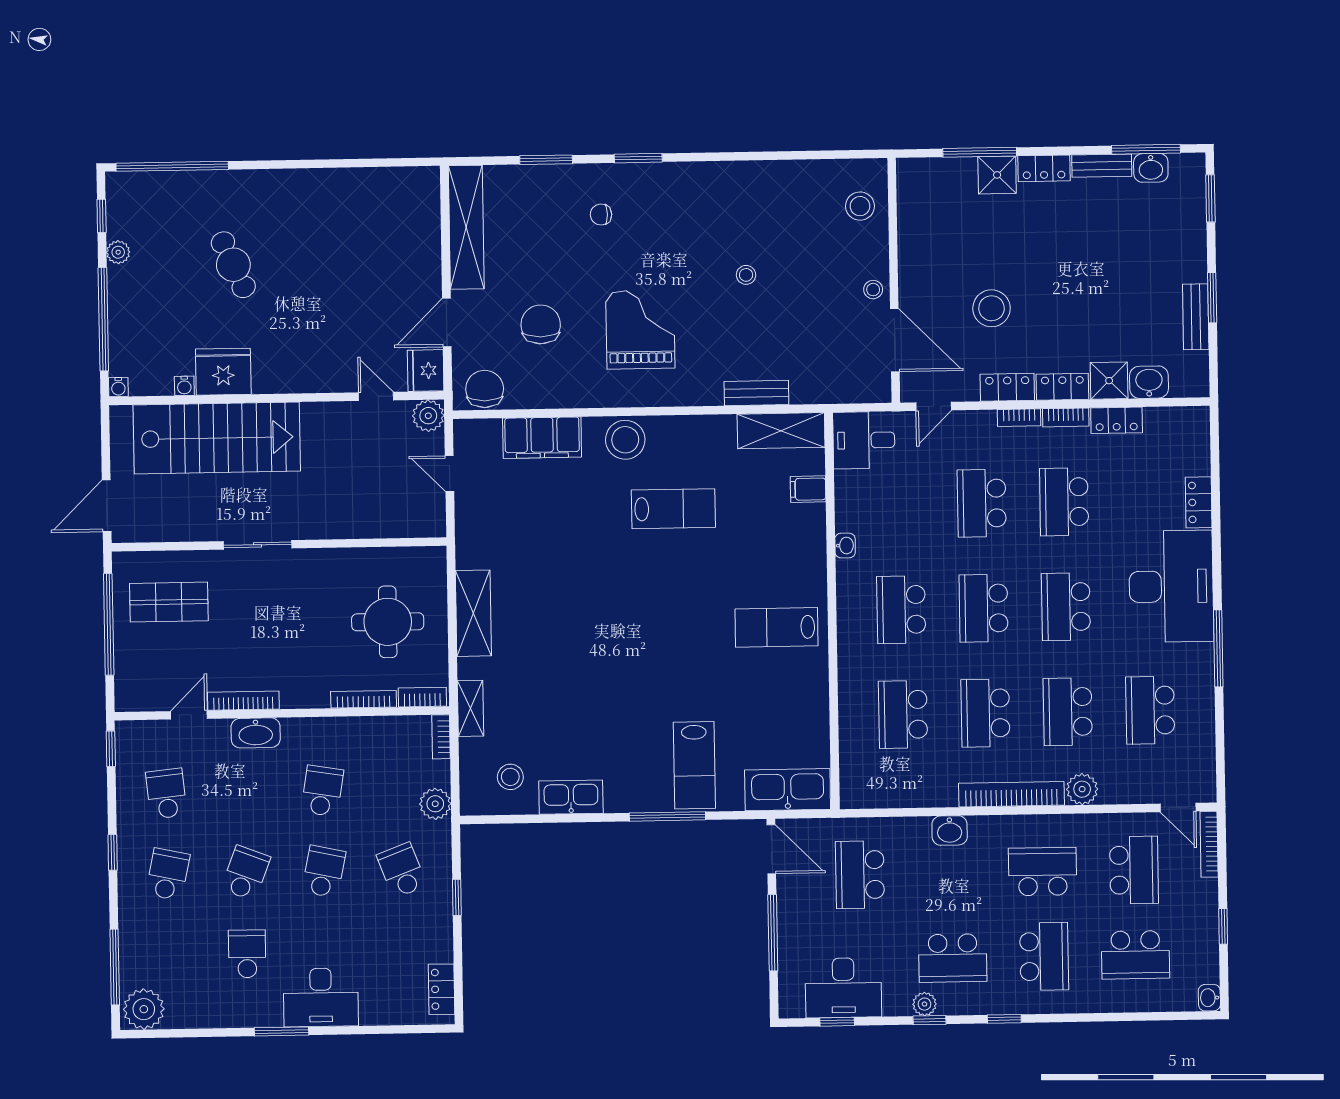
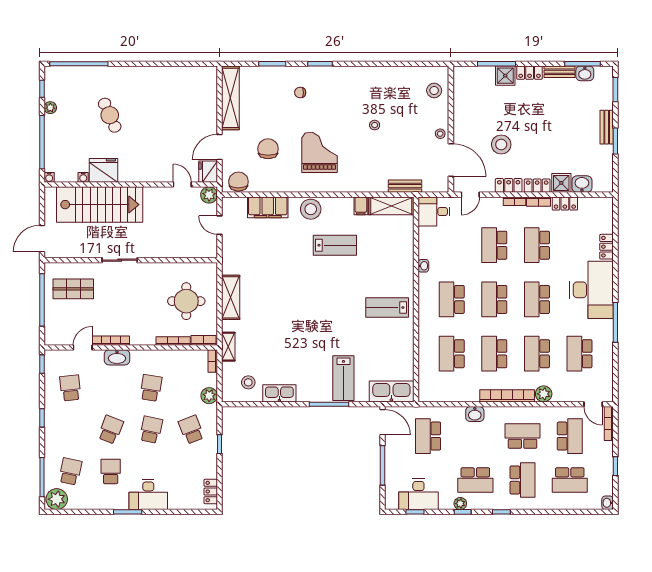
bench: (1196, 317) -> (607, 127), moved
bench: (756, 393) -> (405, 186), moved
filing cabinet: (808, 489) -> (361, 206), moved, turned -90
school desk: (168, 874) -> (70, 471), moved

